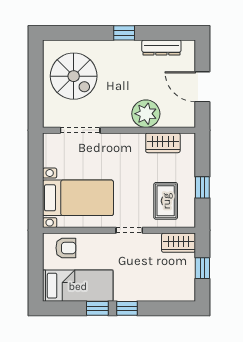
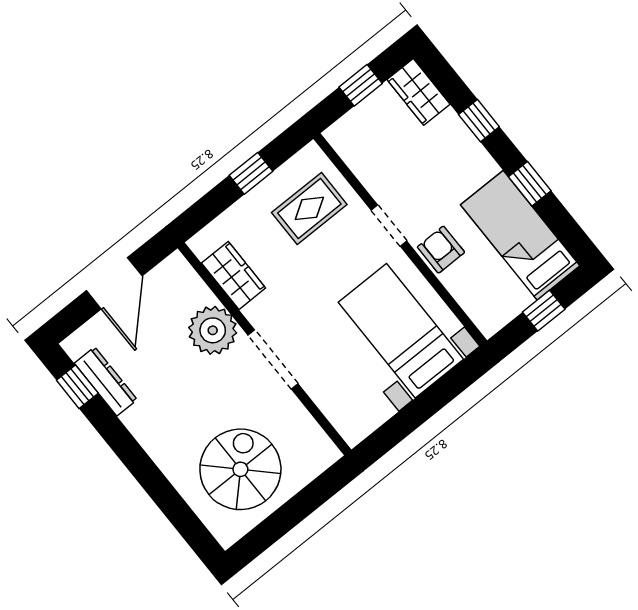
window: (124, 33) -> (77, 387), moved
doorway: (80, 130) -> (273, 359), moved
wardrobe: (179, 243) -> (418, 92), moved, turned 180
armchair: (66, 248) -> (441, 250), moved
window: (36, 269) -> (544, 311), added
window: (127, 308) -> (479, 121), moved

